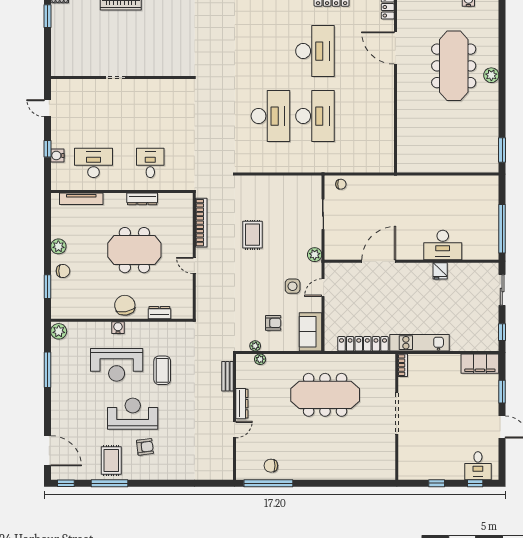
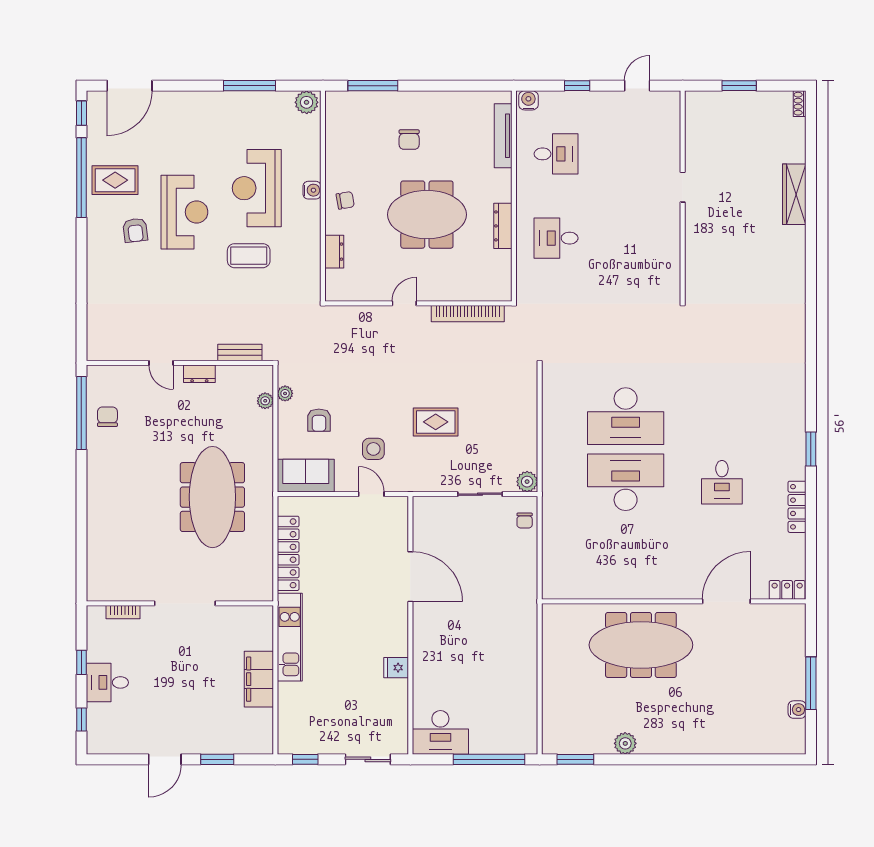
window: (47, 16) -> (739, 86), moved
desk: (315, 51) -> (722, 482), width x0.53, depth x0.77
meeting table: (454, 66) -> (641, 645), moved
plant: (491, 75) -> (625, 743), moved
desk: (315, 116) -> (626, 482), turned 180
water cooler: (57, 155) -> (528, 100), moved
desk: (94, 163) -> (556, 154), width x0.73
desk: (150, 163) -> (556, 238), turned 180
window: (502, 229) -> (489, 759), moved
rug: (252, 235) -> (436, 422), moved
desk: (443, 245) -> (440, 732), moved, turned -90
plant: (58, 246) -> (432, 102), removed
meeting table: (134, 250) -> (427, 215), turned 90
plant: (315, 255) -> (527, 482), moved
chair: (63, 271) -> (409, 140), moved
window: (47, 287) -> (373, 86), width x1.44
chair: (125, 305) -> (345, 200), width x0.54, depth x0.54
filing cabinet: (480, 364) -> (259, 679), moved
bookcase: (403, 365) -> (123, 612), moved
dresser: (242, 404) -> (199, 374), width x0.70
desk: (478, 466) -> (107, 682), moved
window: (109, 483) -> (81, 178), width x1.46

